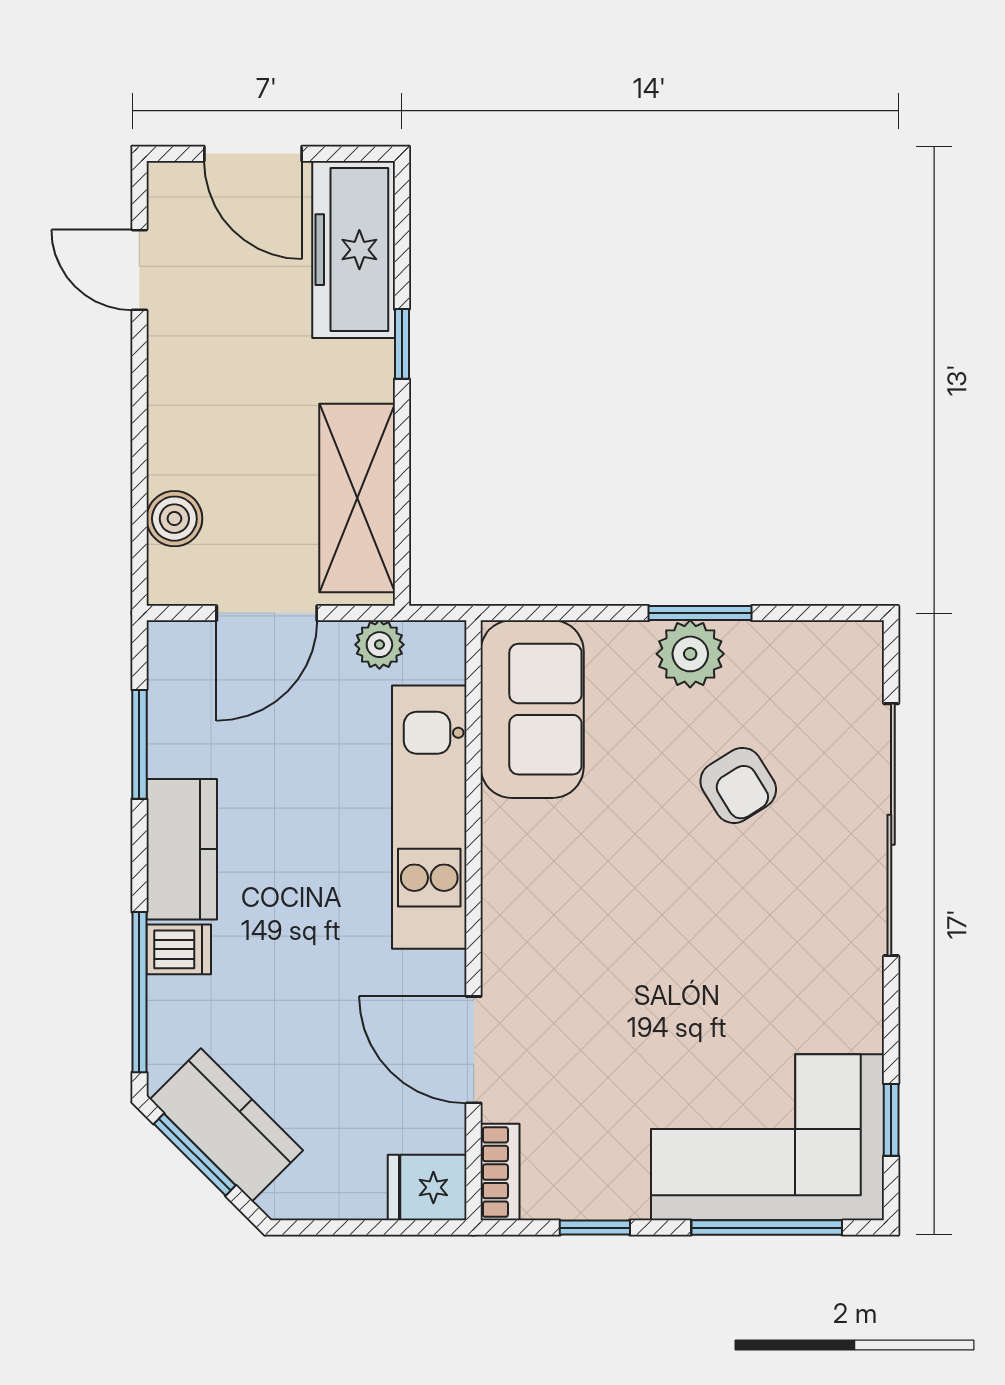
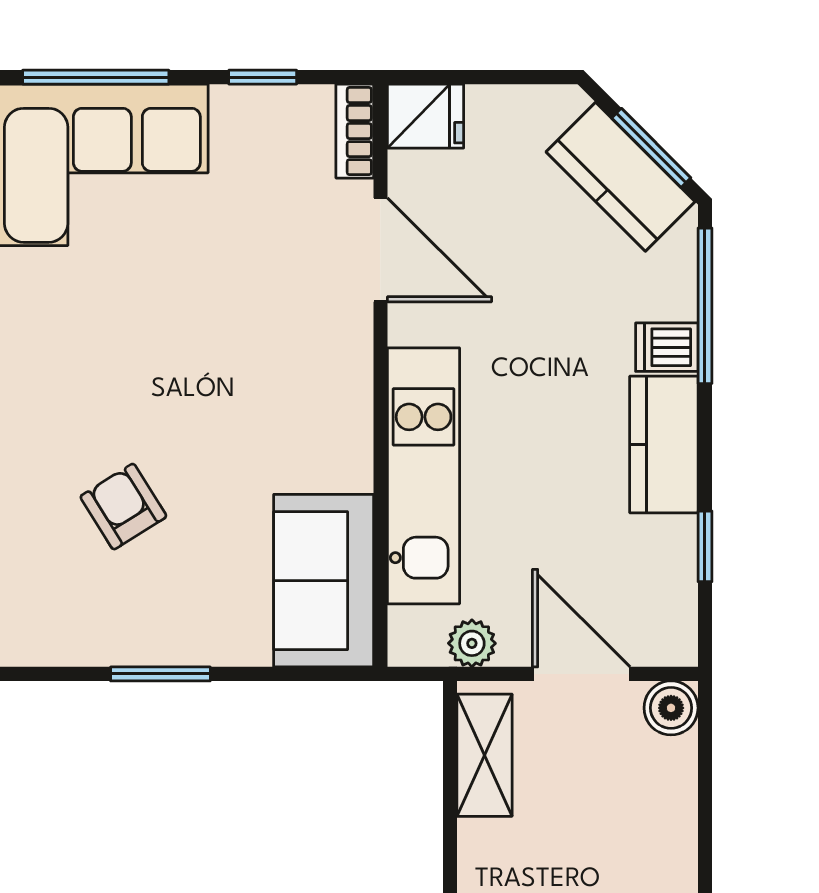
shelving: (357, 498) -> (484, 755), width x0.67, depth x0.75
boiler: (174, 519) -> (671, 708), moved
door: (267, 613) -> (581, 674), hinge flipped
plant: (690, 654) -> (170, 634), removed
window: (139, 744) -> (705, 546), width x0.67

